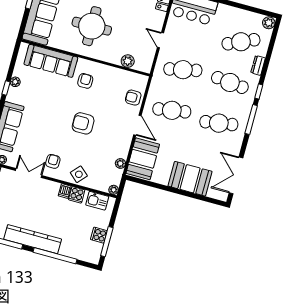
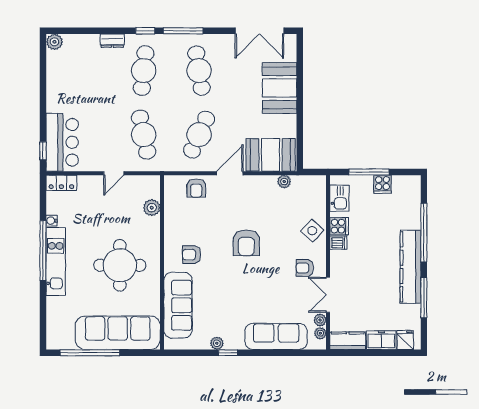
cafe table: (241, 42) -> (88, 71), removed
cafe table: (172, 110) -> (199, 135), turned 33
plant: (114, 190) -> (320, 320), moved
window: (107, 242) -> (369, 172), moved

